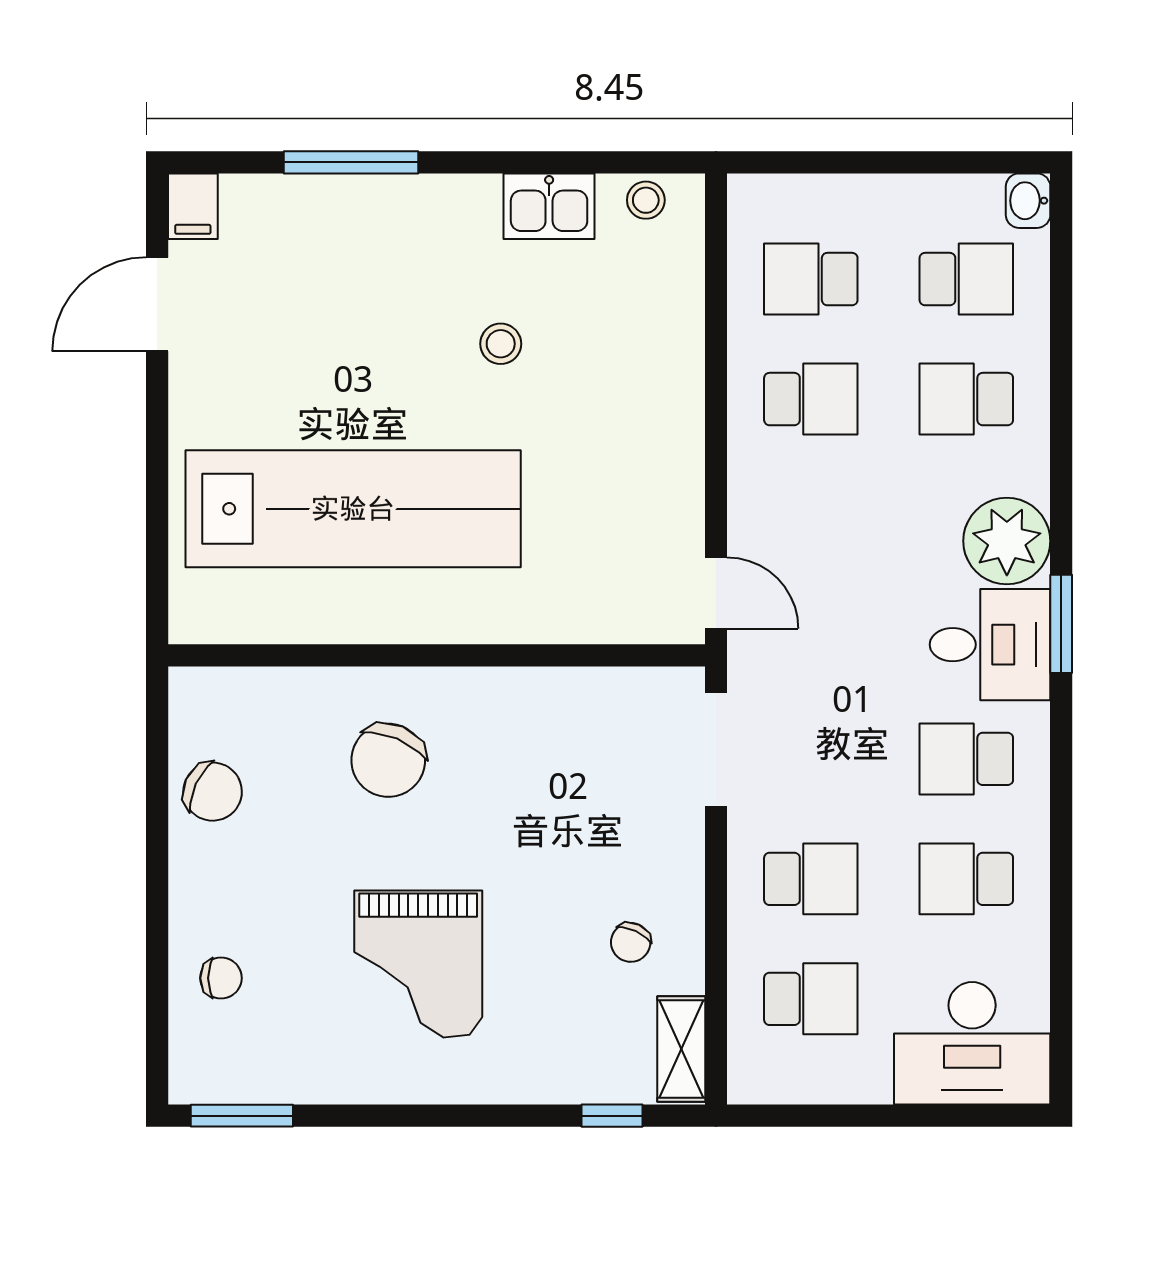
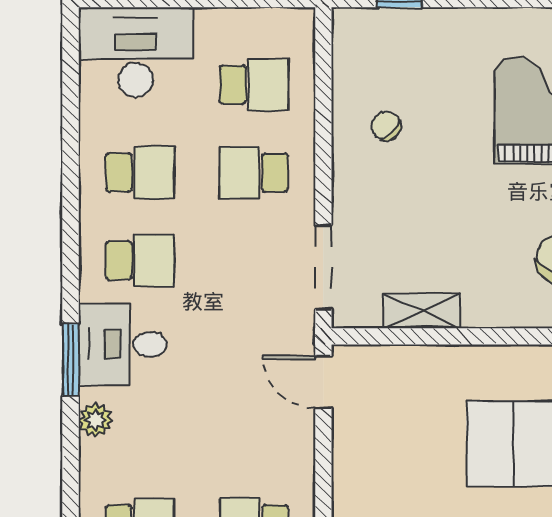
plant: (1007, 541) -> (95, 420), width x0.53, depth x0.53
chair: (631, 942) -> (386, 126), turned -71
school desk: (811, 999) -> (254, 85), turned 180
shelving: (681, 1049) -> (422, 311), moved, turned 90

